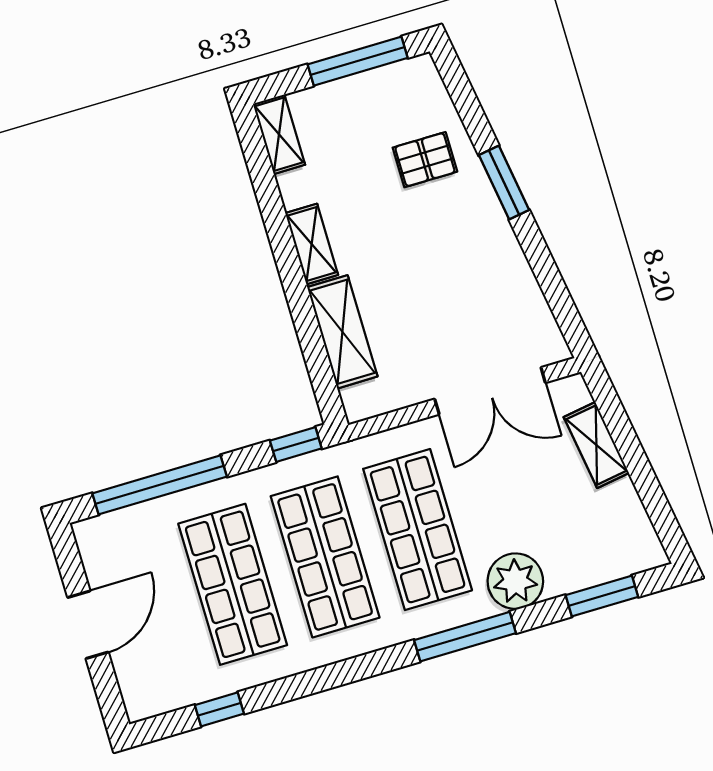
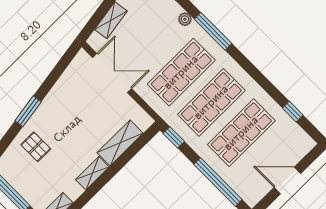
plant: (515, 581) -> (185, 19), width x0.53, depth x0.53

